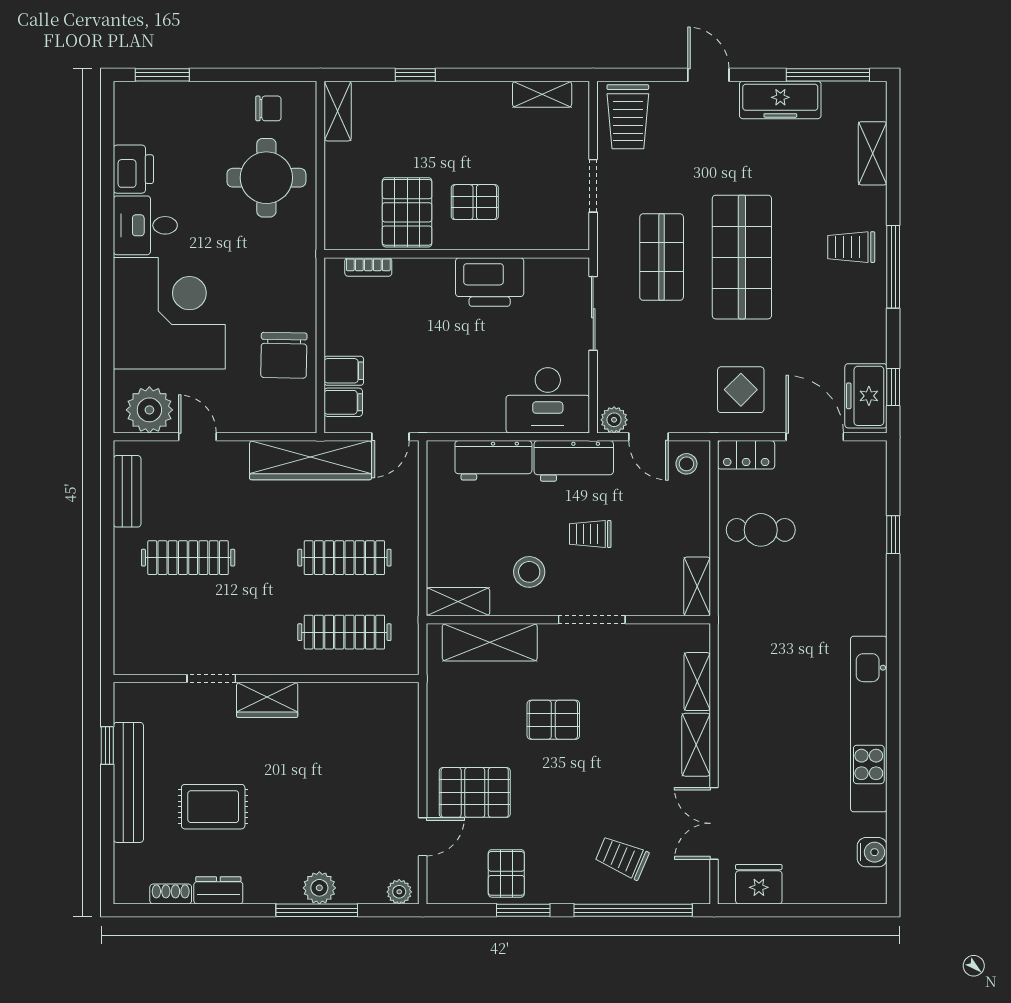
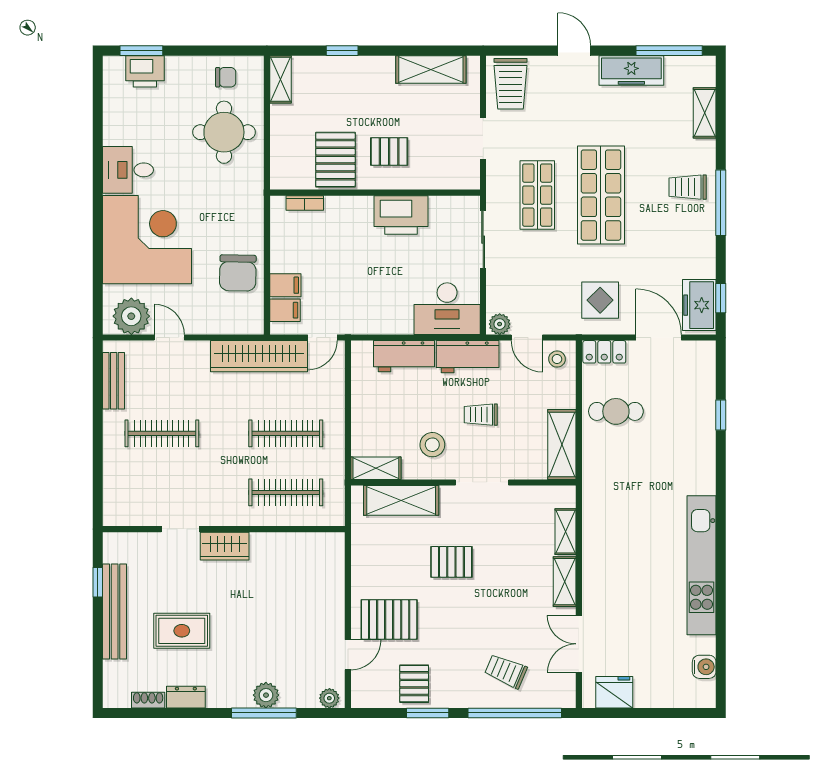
shelving: (542, 94) -> (431, 70), width x1.50, depth x1.33
printer: (133, 169) -> (145, 71), moved, turned 90
shelving: (697, 586) -> (562, 444), width x1.50, depth x1.33

